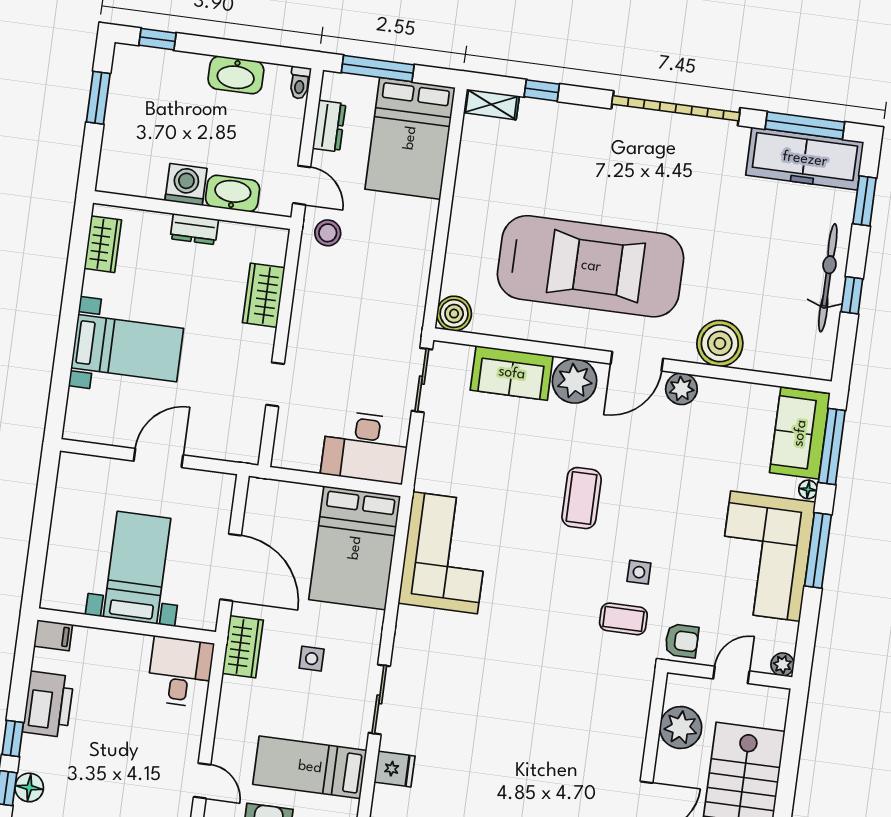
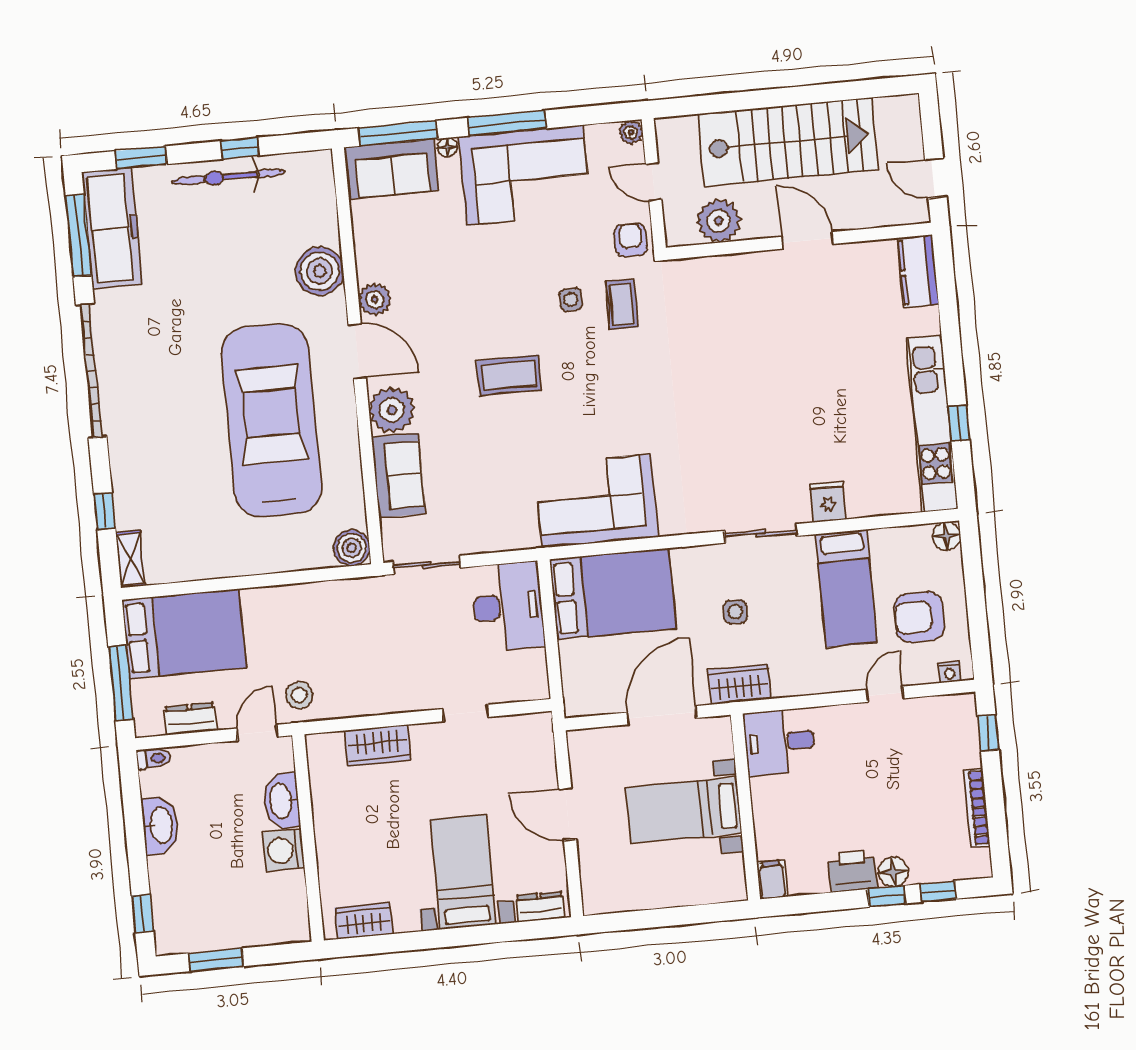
dresser: (194, 229) -> (540, 907), moved, turned -90
printer: (48, 704) -> (852, 871), width x0.73, depth x0.84
floor lamp: (29, 787) -> (893, 872), moved

